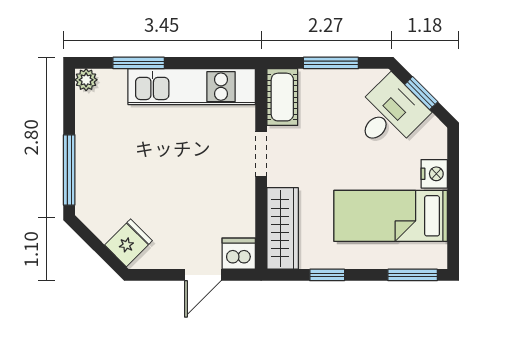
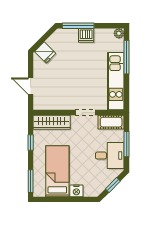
window: (139, 63) -> (127, 57), width x1.44
desk: (389, 114) -> (110, 156), moved, turned -45
dishwasher: (239, 254) -> (86, 35), moved, turned 90

